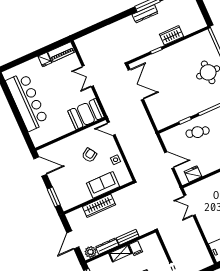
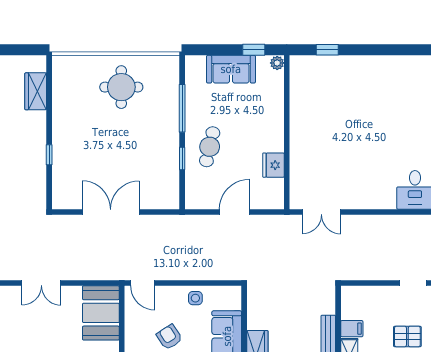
wardrobe: (171, 35) -> (36, 91), moved
double door: (136, 85) -> (111, 212), moved
door: (111, 129) -> (143, 283), hinge flipped
fridge: (193, 174) -> (273, 165), moved

